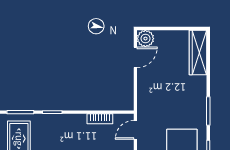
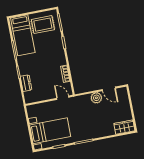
plant: (145, 39) -> (96, 98), moved
wardrobe: (198, 52) -> (124, 127), width x0.67

